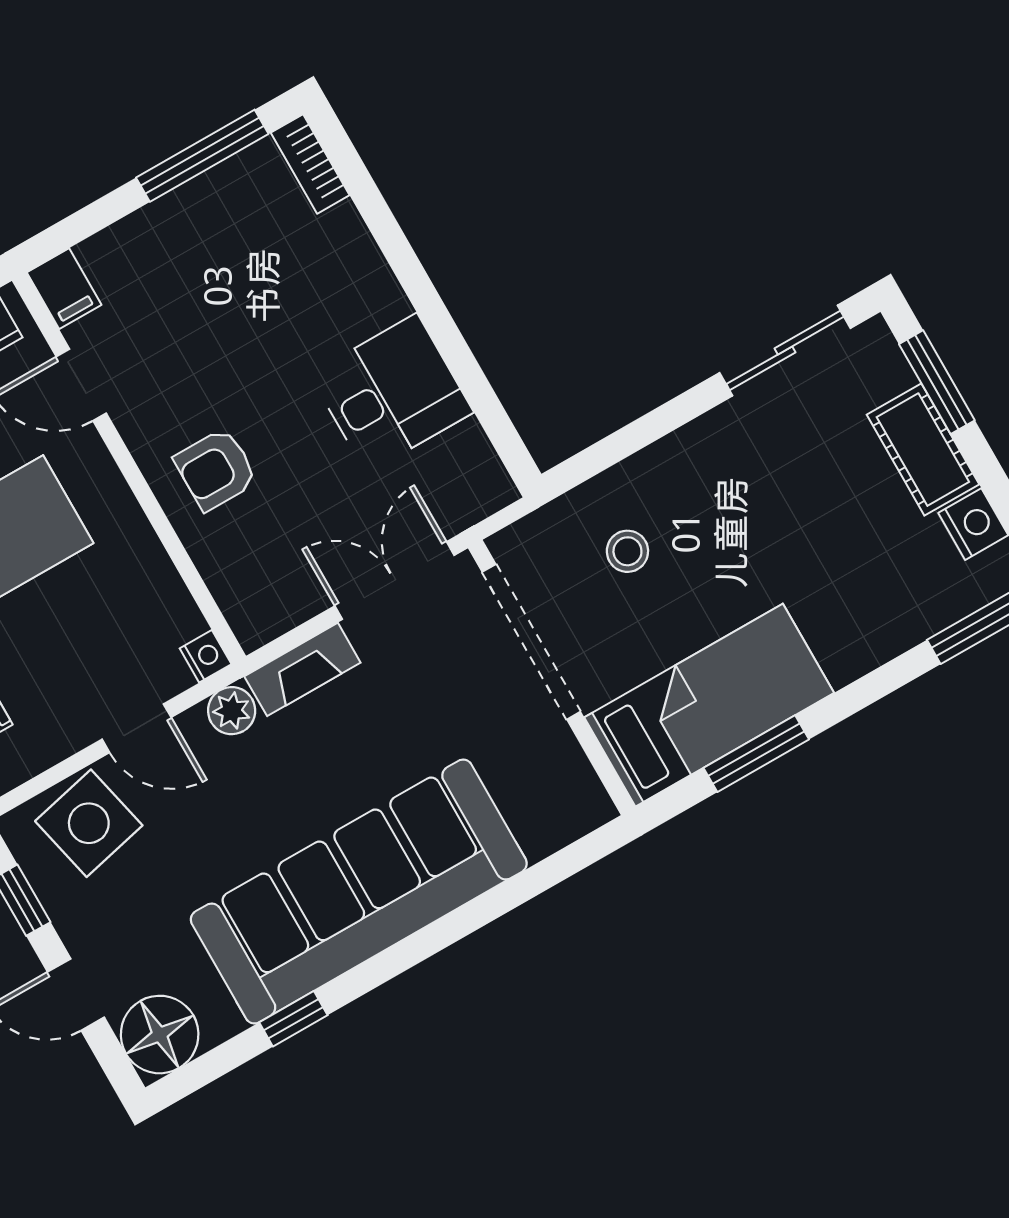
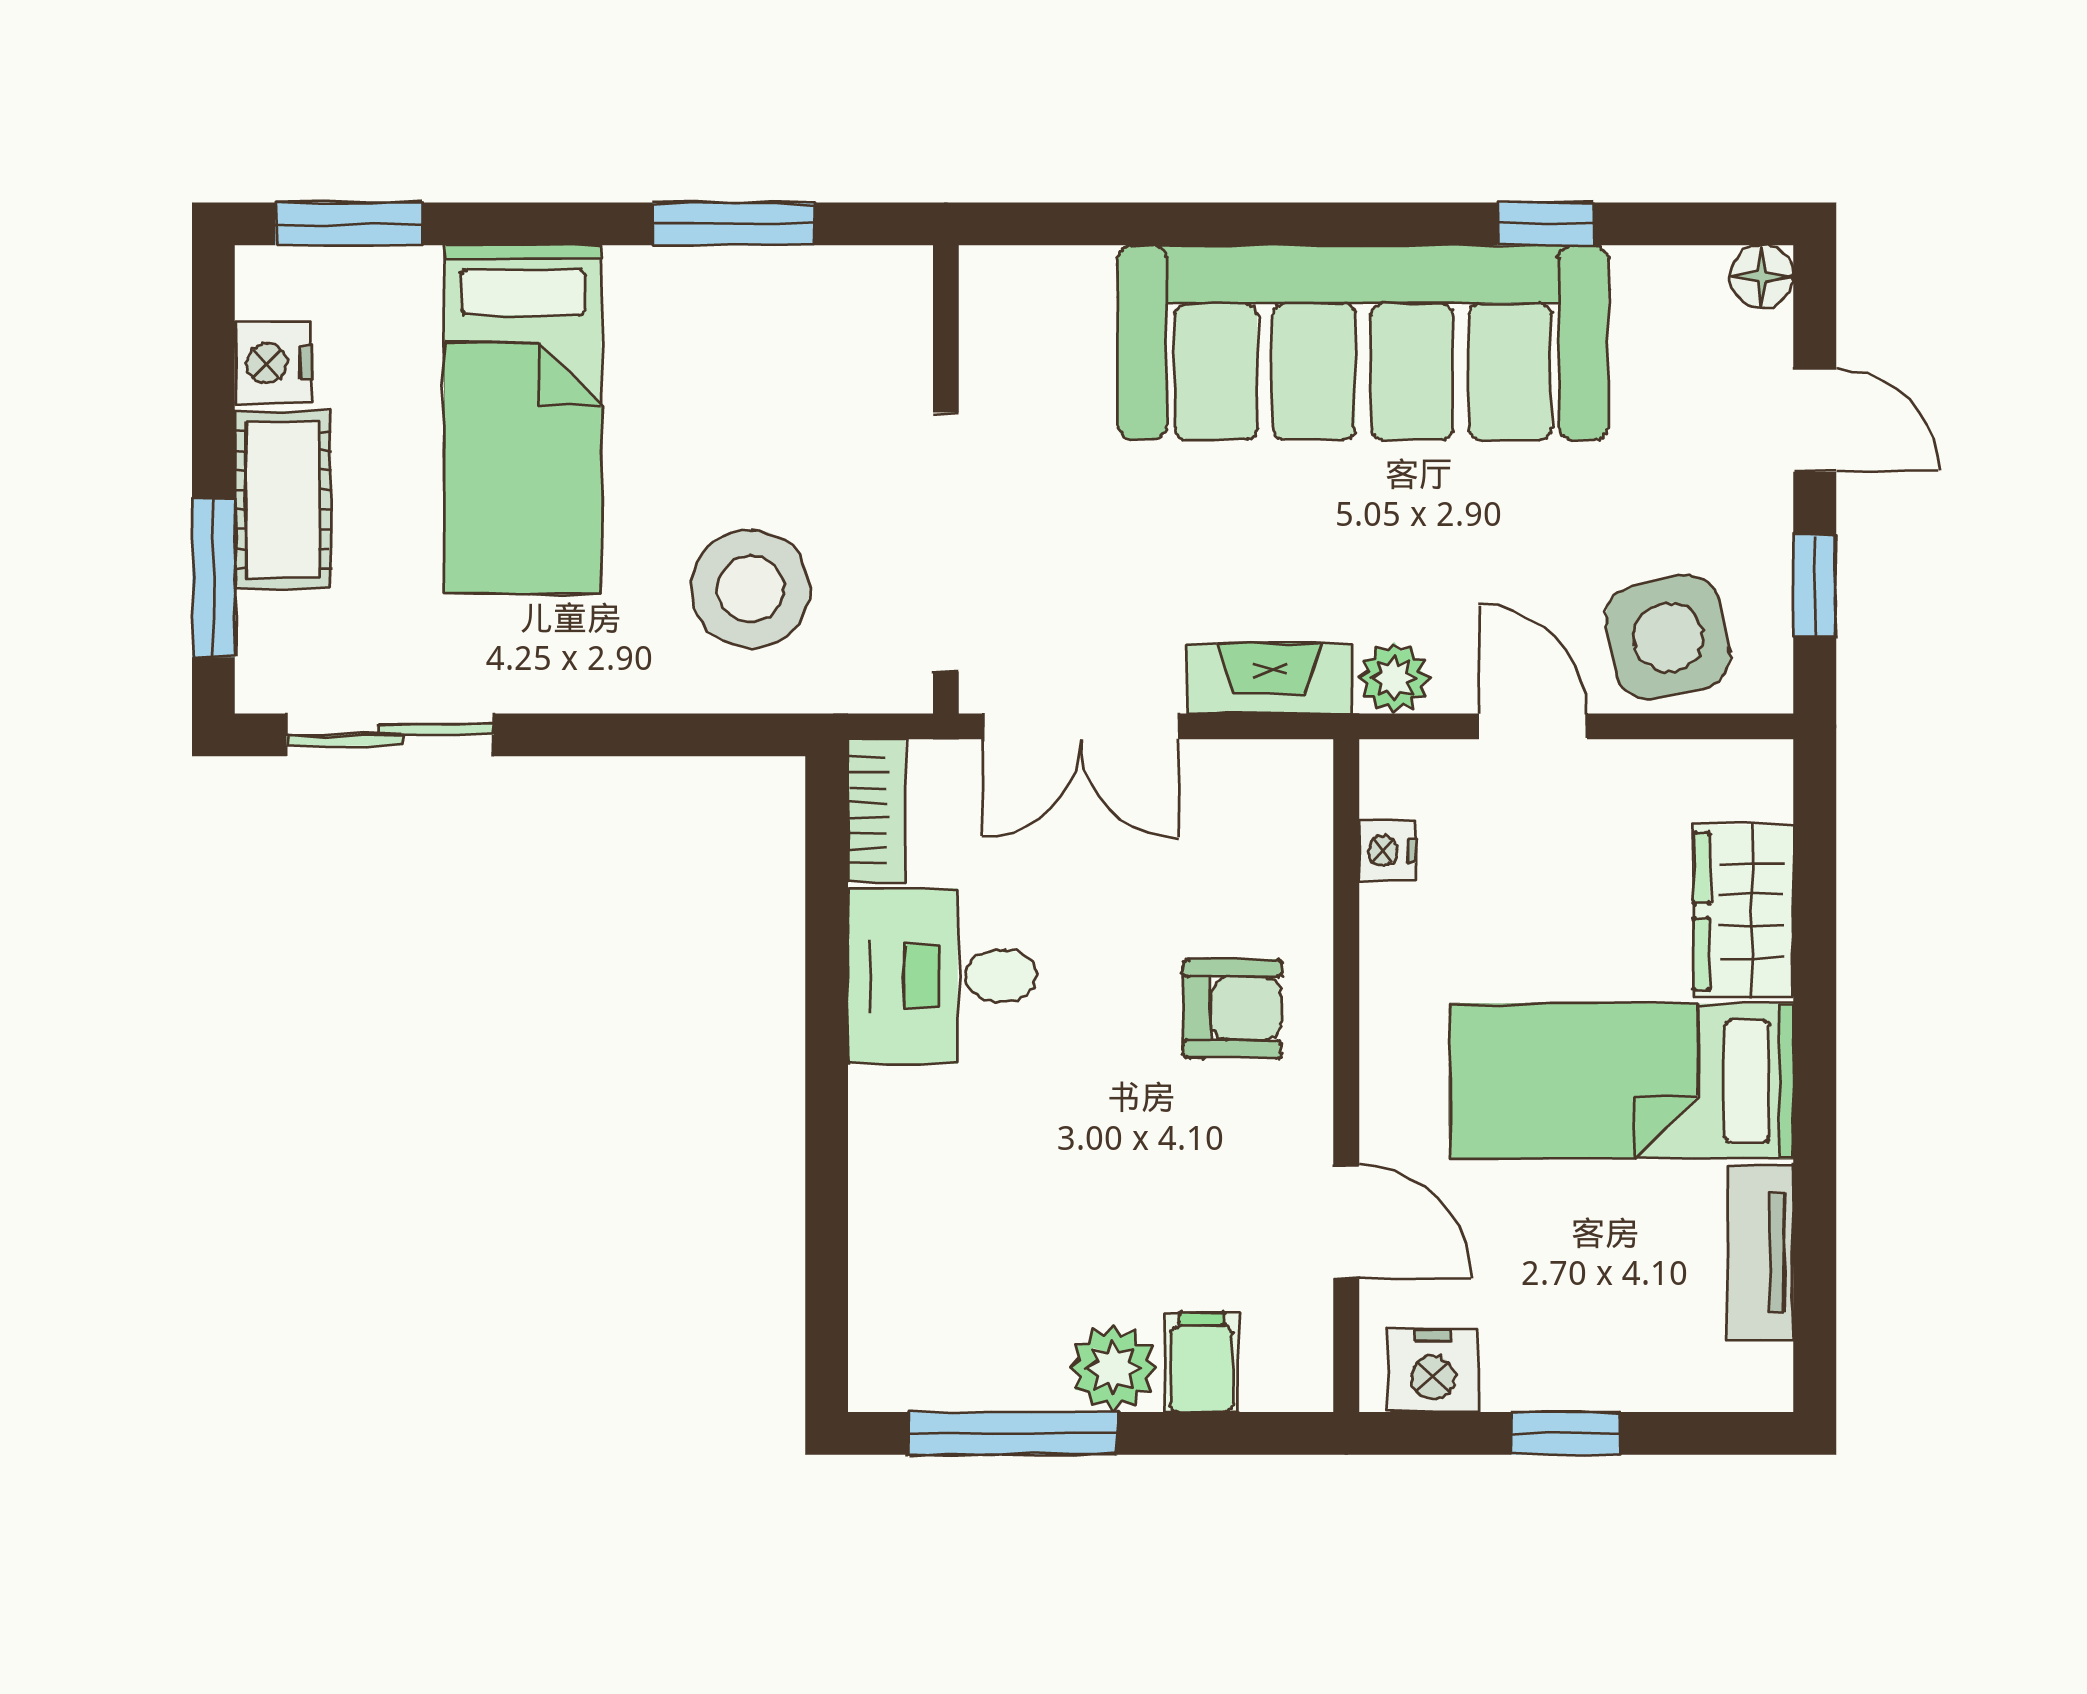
bookcase: (310, 164) -> (876, 810), moved
plant: (166, 226) -> (1113, 1368), added
filing cabinet: (64, 289) -> (1202, 1362), moved
stool: (627, 551) -> (750, 589), width x1.89, depth x1.89
nightstand: (206, 656) -> (1387, 851), moved
bed: (709, 705) -> (523, 419), moved, turned -90
floor lamp: (160, 1035) -> (1762, 276), width x0.53, depth x0.53

